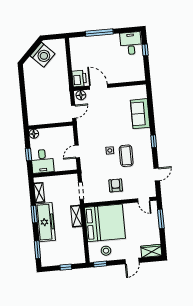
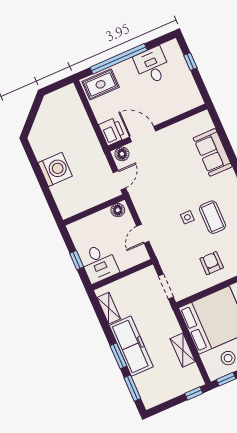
window: (99, 33) -> (119, 59), width x1.46
desk: (131, 43) -> (152, 66), moved
rug: (82, 45) -> (101, 84), added
washing machine: (43, 55) -> (55, 169), moved, turned -45
floor lamp: (34, 134) -> (118, 210), moved
window: (34, 214) -> (118, 356), moved
shelving: (76, 216) -> (183, 350), moved
window: (66, 267) -> (194, 393), moved

